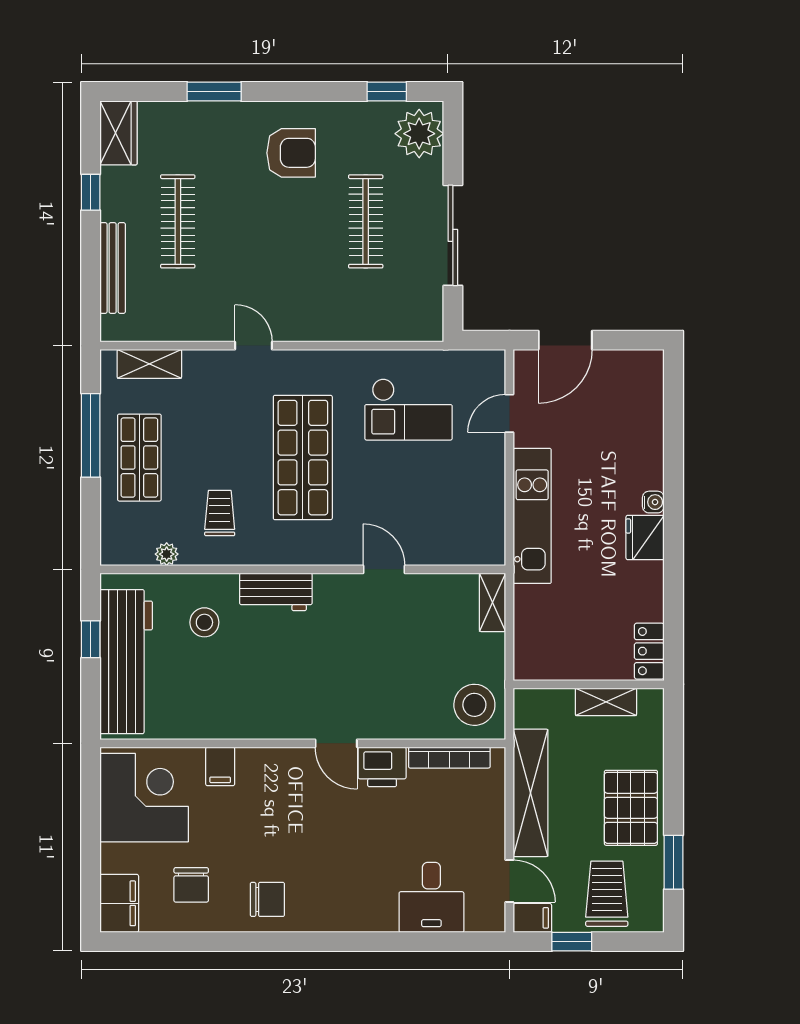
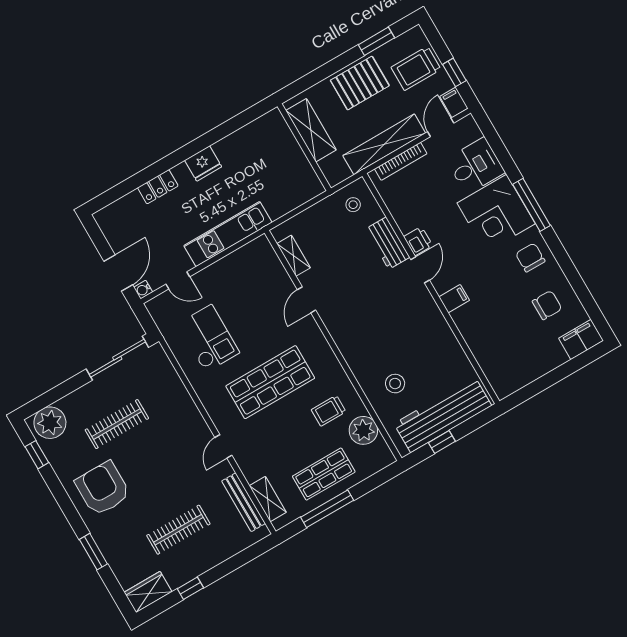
armchair: (291, 153) -> (103, 488), width x1.36, depth x1.36
sliding door: (453, 235) -> (117, 358), moved
bench: (113, 268) -> (244, 502), moved, turned 90
door: (565, 340) -> (118, 273), hinge flipped
water cooler: (653, 502) -> (143, 290), moved, turned -90
plant: (167, 554) -> (363, 430), width x1.88, depth x1.88
workbench: (276, 592) -> (388, 243), moved, turned 180
shelving: (493, 602) -> (294, 256), moved, turned 90
locker: (649, 651) -> (158, 187), moved
shelving: (606, 702) -> (311, 130), width x1.50, depth x1.33
stool: (474, 705) -> (353, 205), width x0.53, depth x0.53
bookcase: (449, 758) -> (401, 161), moved, turned 90
filing cabinet: (220, 766) -> (454, 299), moved
printer: (382, 767) -> (418, 241), width x0.73, depth x0.81
corner desk: (144, 798) -> (496, 213), moved, turned -90
window: (336, 942) -> (531, 205), added

